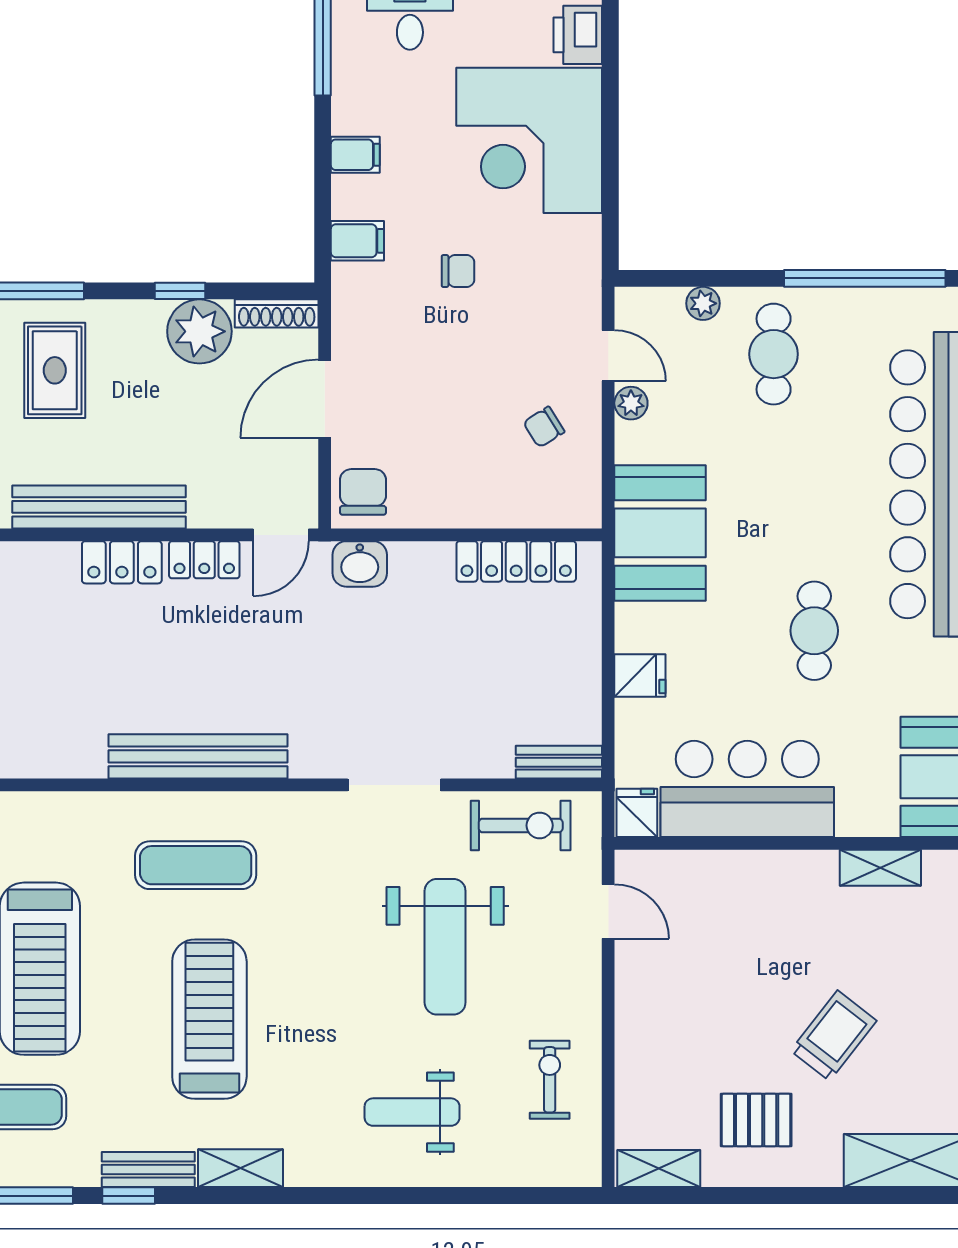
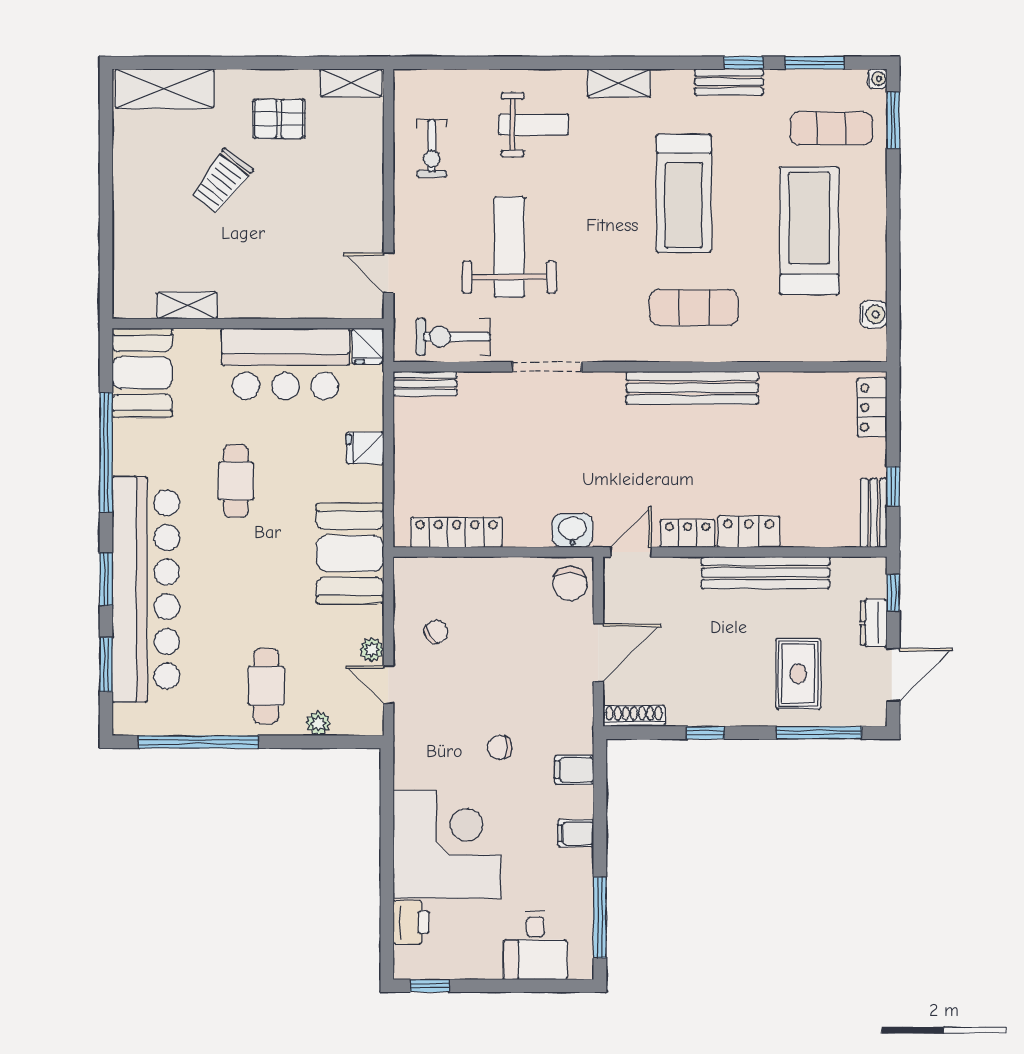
plant: (199, 331) -> (691, 703), removed
shelving: (241, 1168) -> (619, 83), moved

